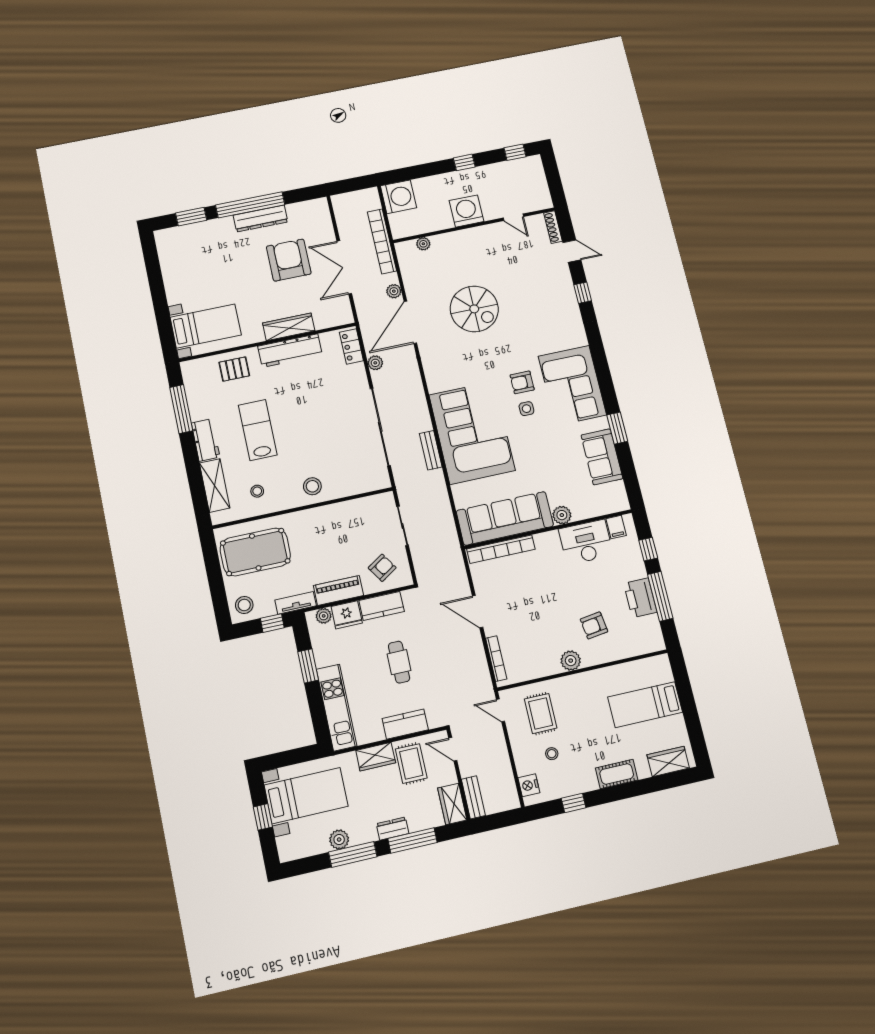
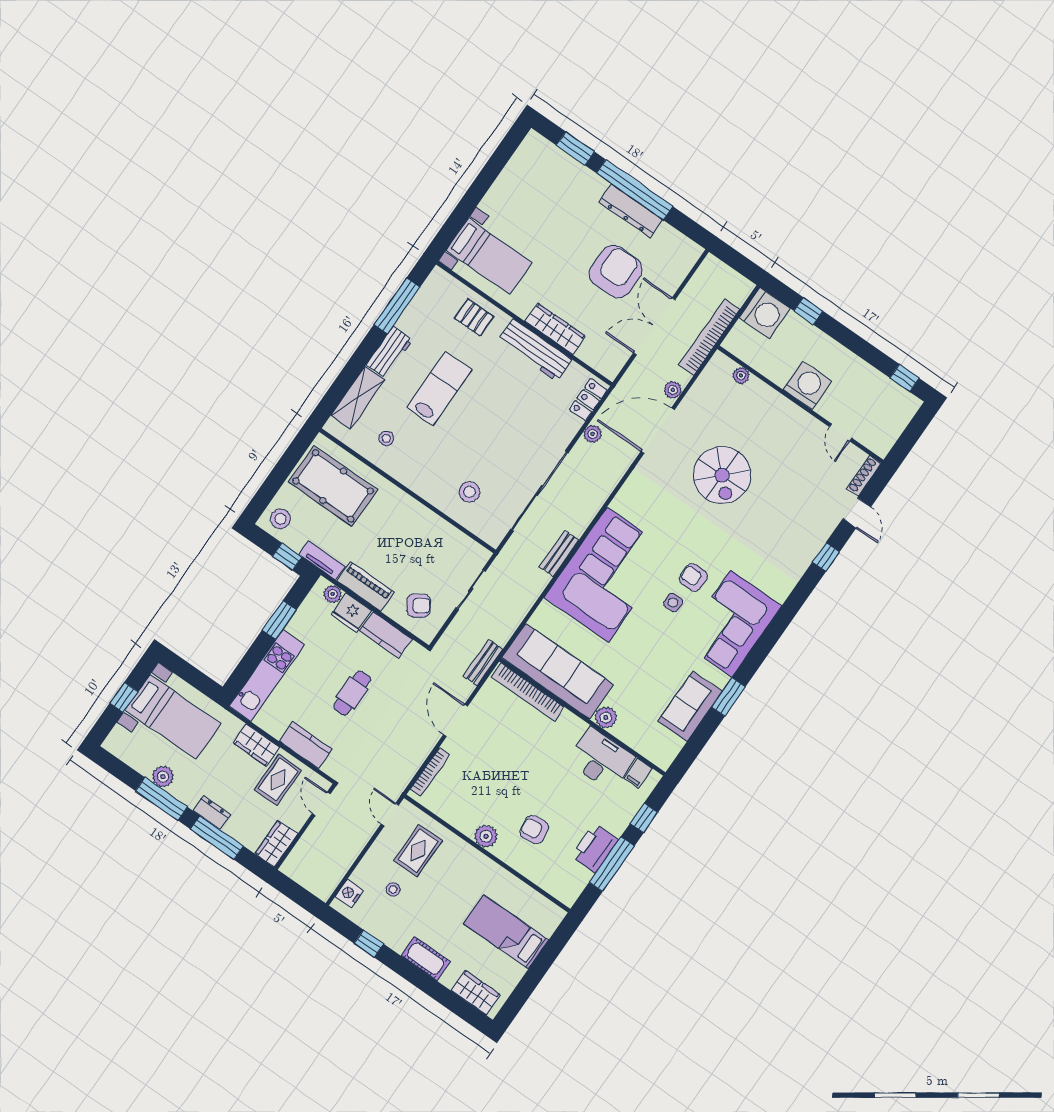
window: (464, 162) -> (808, 311), moved
stool: (312, 486) -> (469, 492), moved
bench: (473, 797) -> (483, 663), moved

